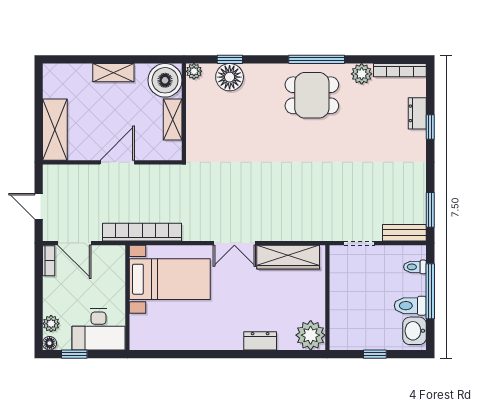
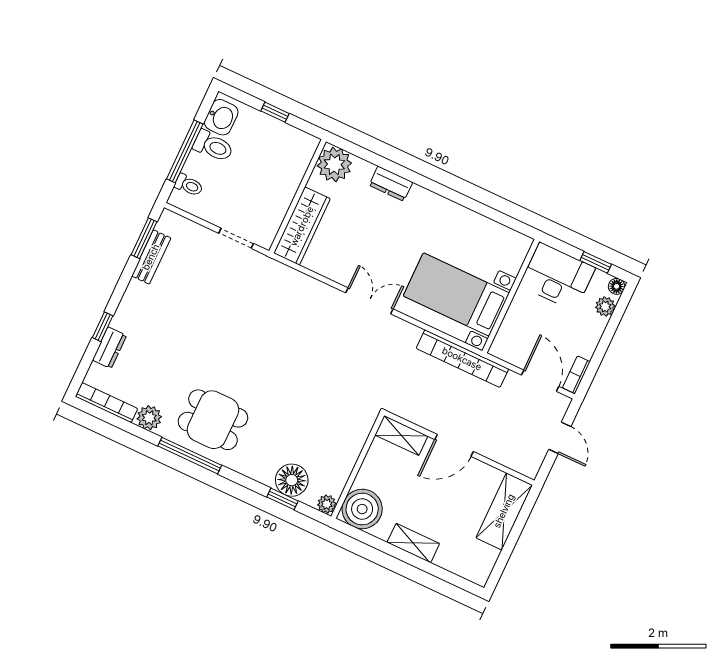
shelving: (173, 119) -> (401, 435), moved, turned 90
bench: (404, 233) -> (151, 257), moved, turned 90
wardrobe: (288, 257) -> (302, 226), moved, turned 90

